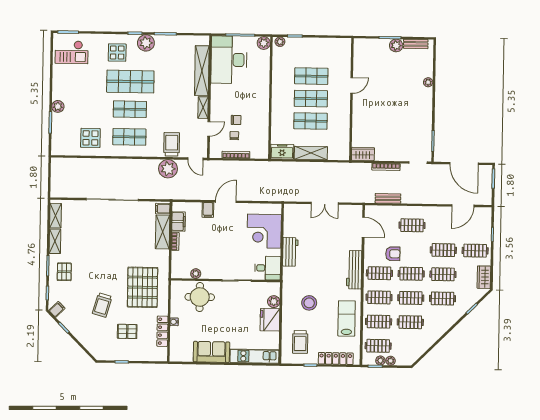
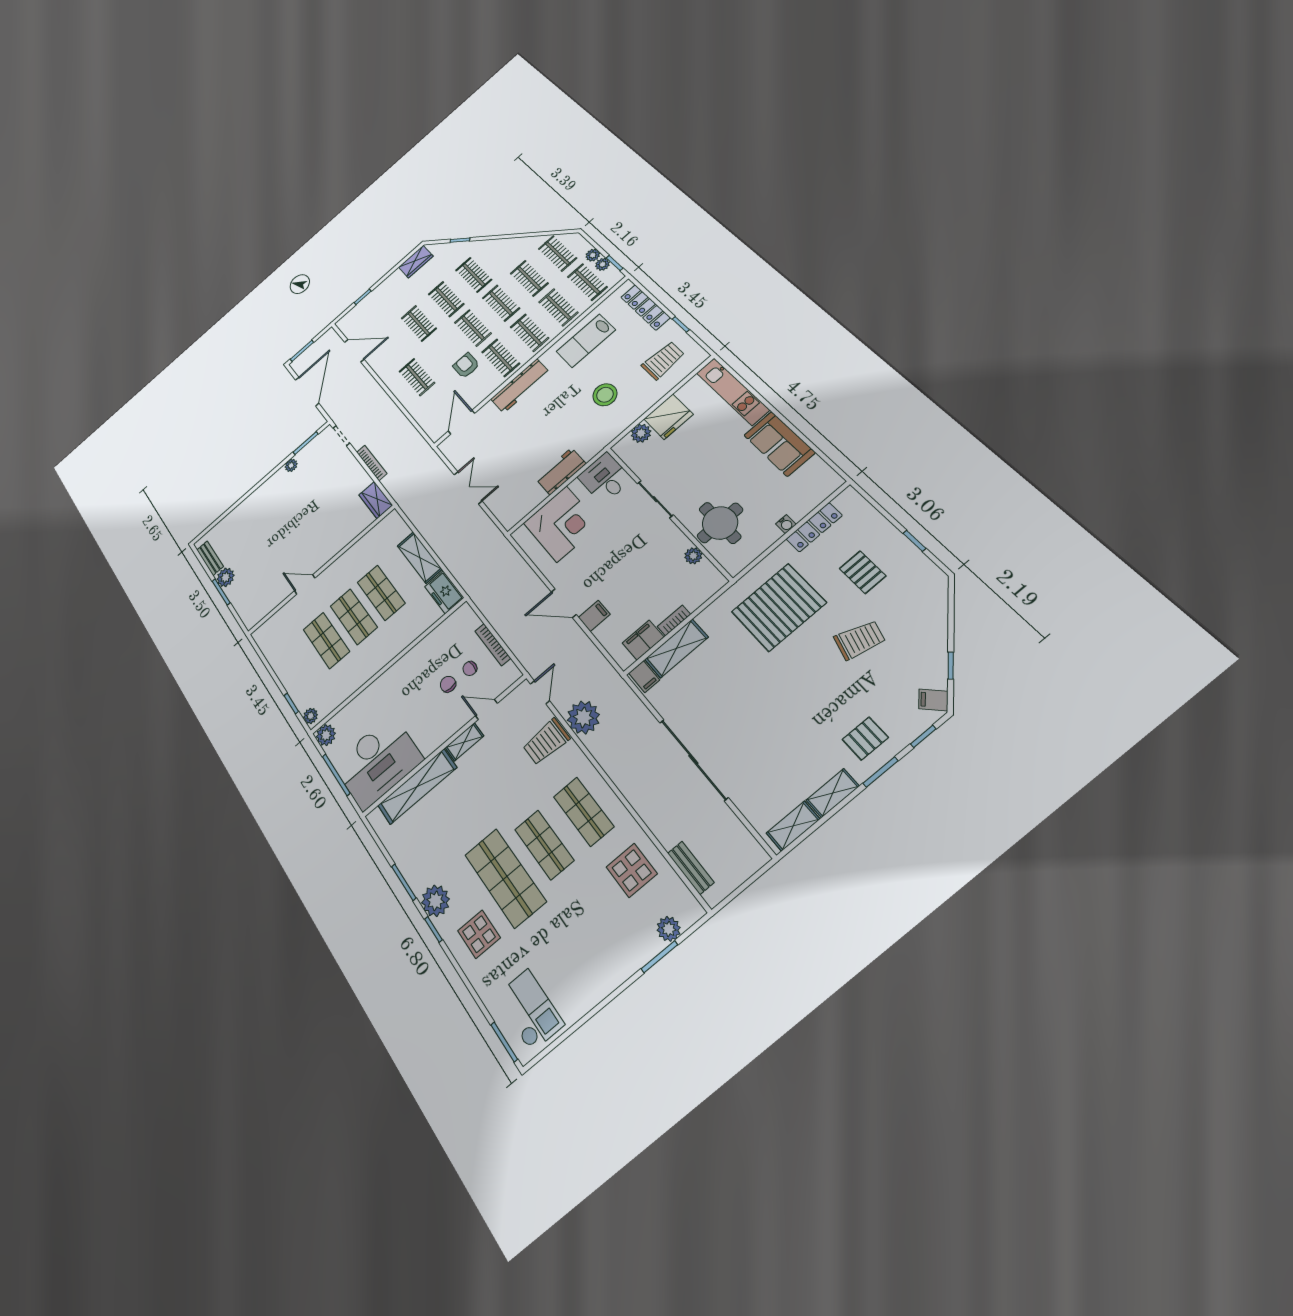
plant: (428, 82) -> (291, 465), moved
plant: (58, 106) -> (669, 929), moved
bench: (388, 198) -> (691, 868), moved
clothes rail: (475, 251) -> (558, 253), moved

